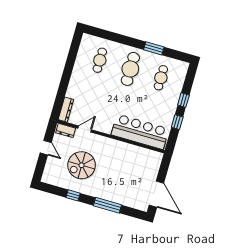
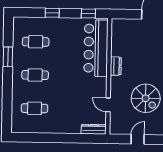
cafe table: (130, 69) -> (35, 75), width x0.73, depth x0.74
window: (177, 122) -> (88, 13), moved
dresser: (66, 130) -> (116, 66), moved

